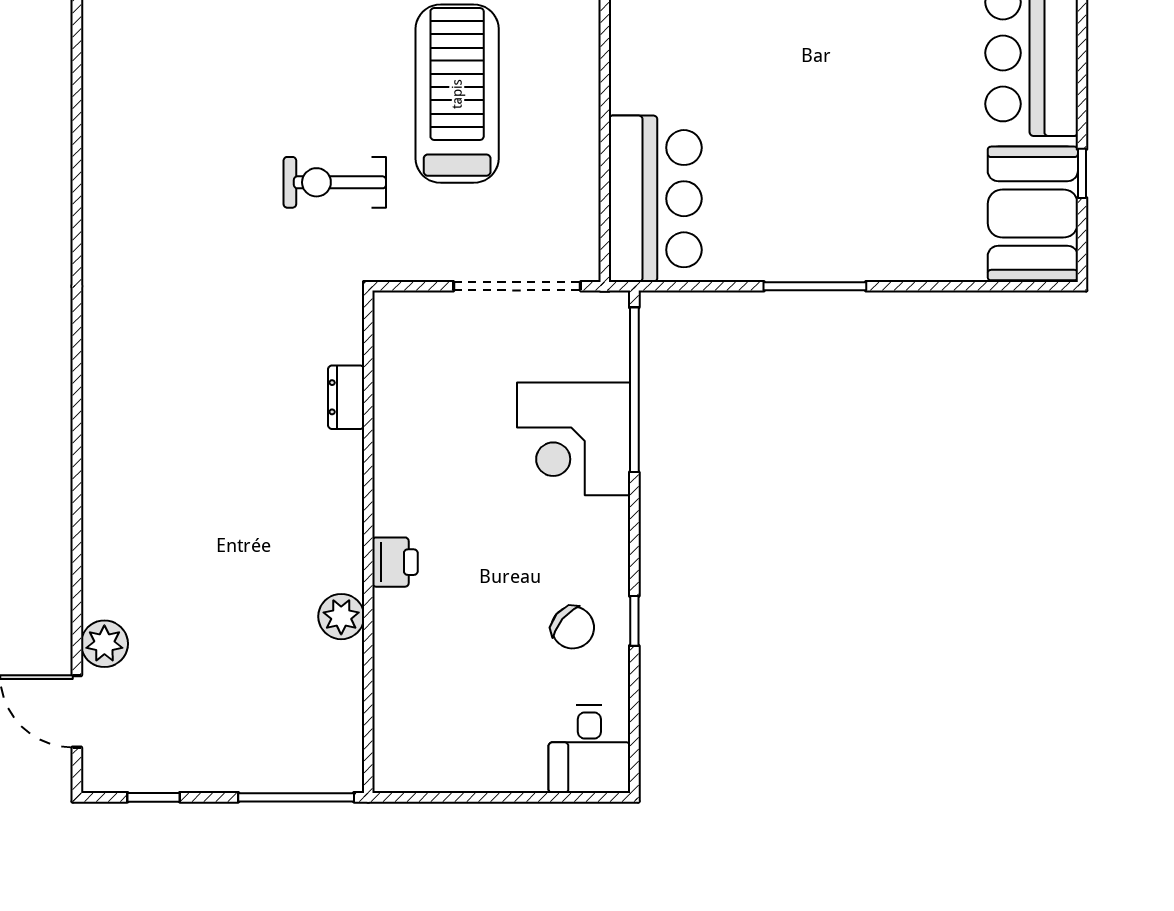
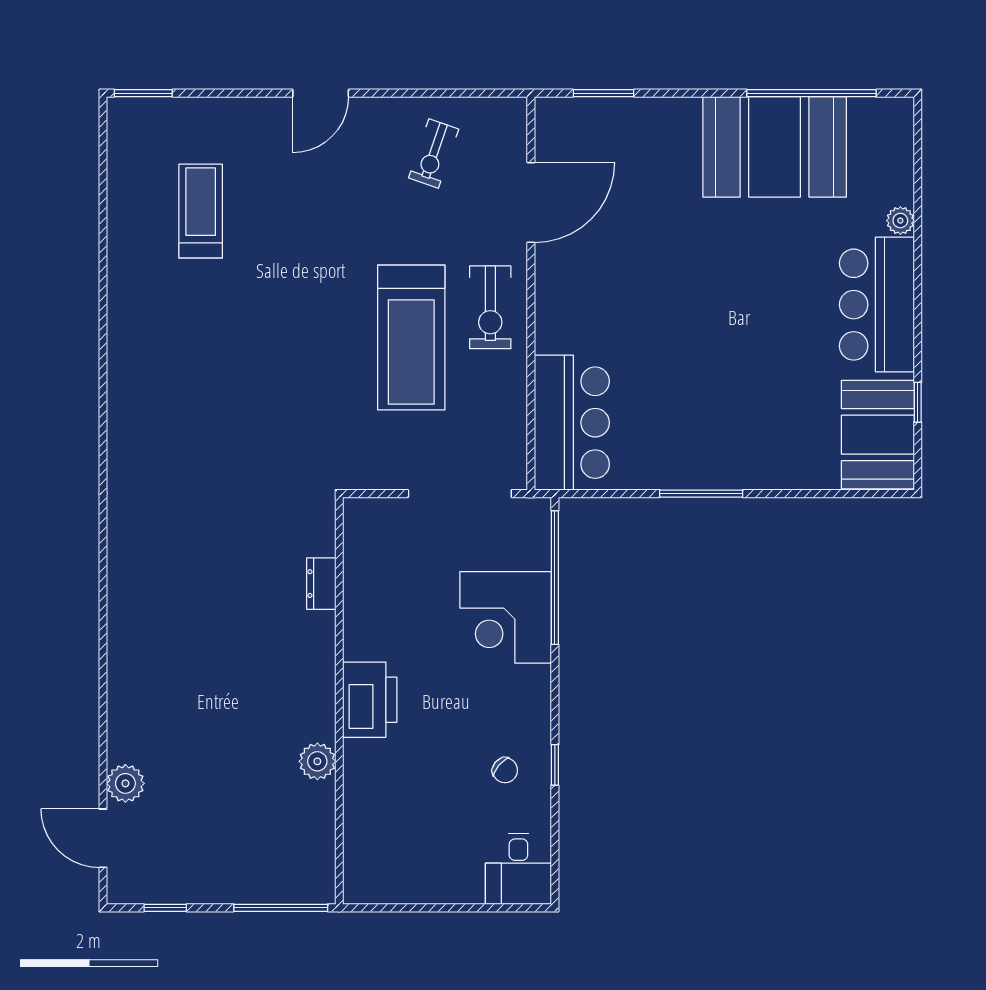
treadmill: (457, 94) -> (411, 338), turned 180
exercise bike: (335, 182) -> (490, 307), moved, turned -90
printer: (395, 562) -> (370, 700), width x1.87, depth x1.48
chair: (573, 627) -> (505, 770), width x0.73, depth x0.73

